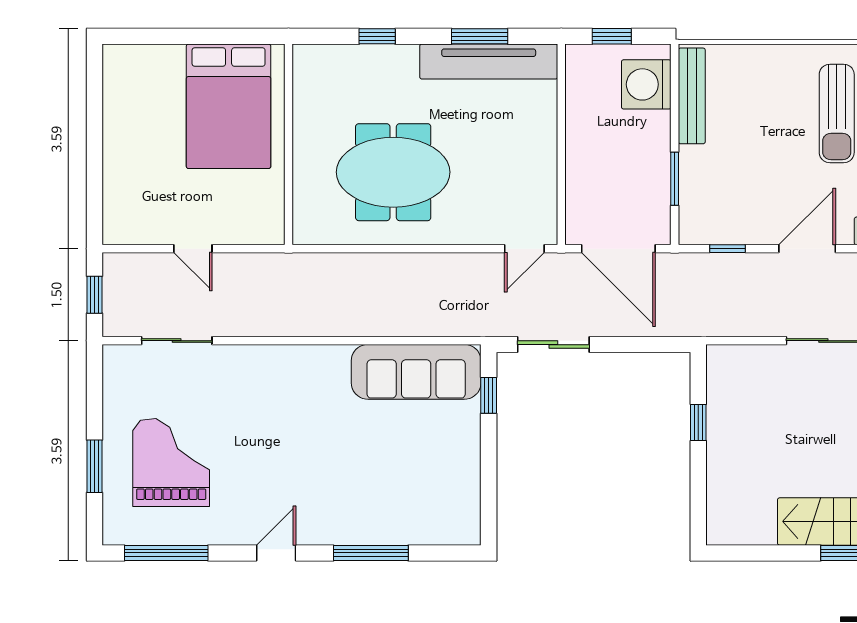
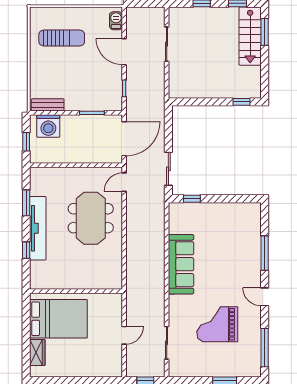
wardrobe: (156, 60) -> (37, 353), added
tv unit: (489, 62) -> (38, 228), moved
bench: (692, 96) -> (48, 105), width x0.73
meeting table: (393, 172) -> (91, 218), moved
door: (524, 249) -> (124, 182), swing flipped
sofa: (416, 372) -> (181, 264), moved
window: (698, 422) -> (241, 102), moved
grand piano: (171, 462) -> (217, 324), moved

